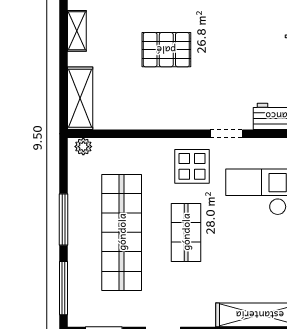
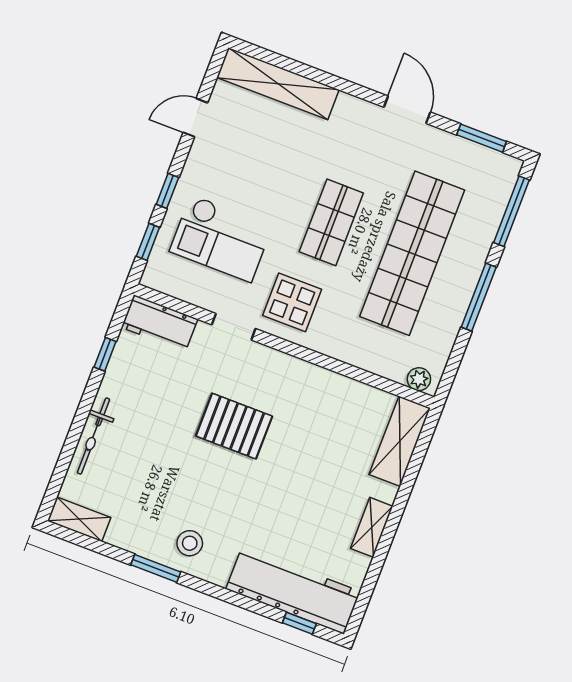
pallet: (166, 50) -> (234, 426), moved

